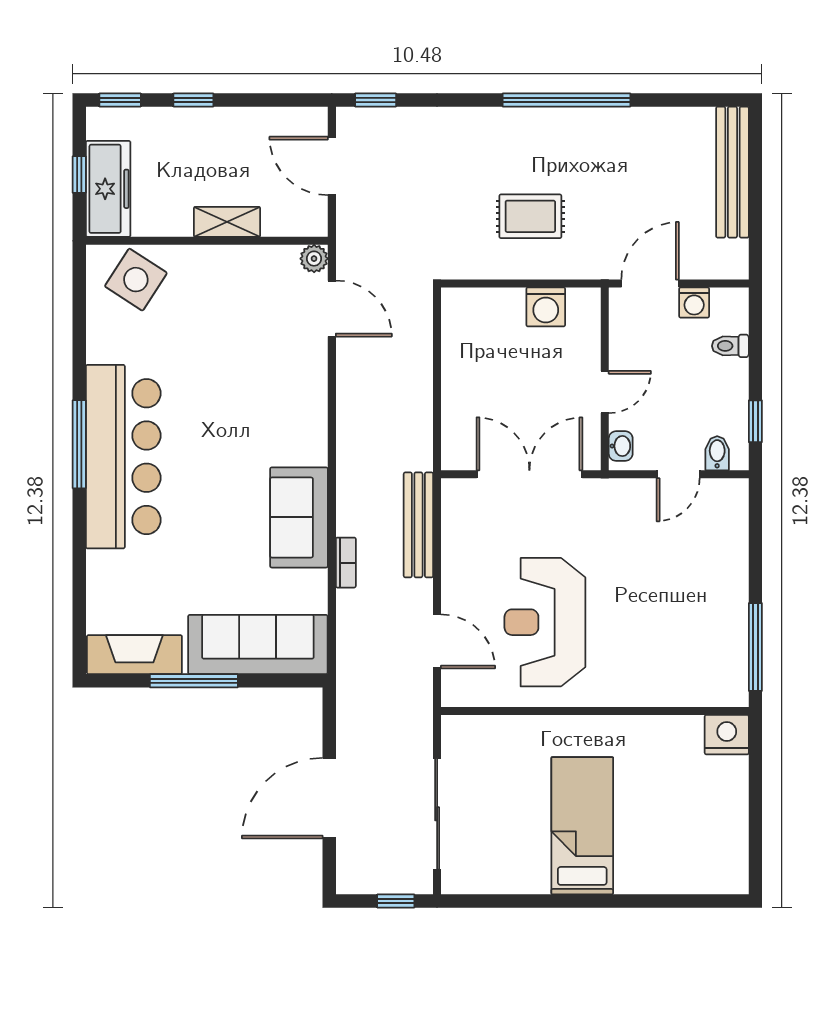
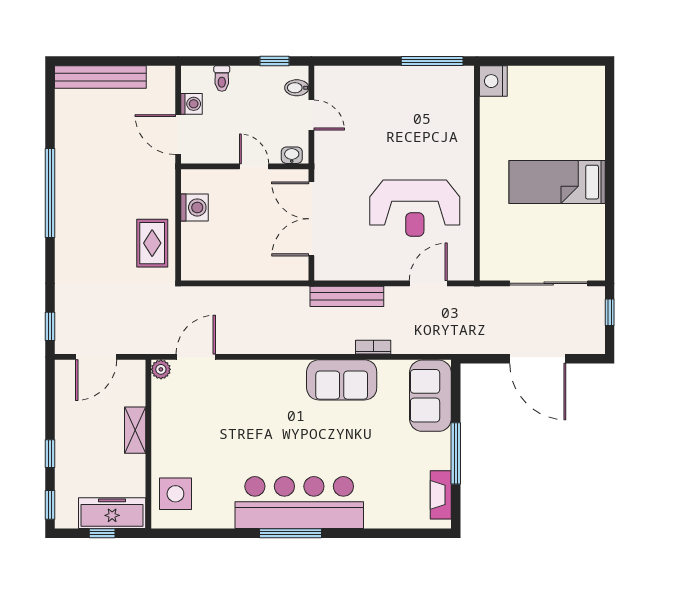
rug: (530, 216) -> (152, 243), moved
side table: (136, 280) -> (175, 494), turned -33
sofa: (258, 645) -> (430, 396), width x0.73
fireplace: (134, 655) -> (441, 495), width x0.73, depth x0.76

